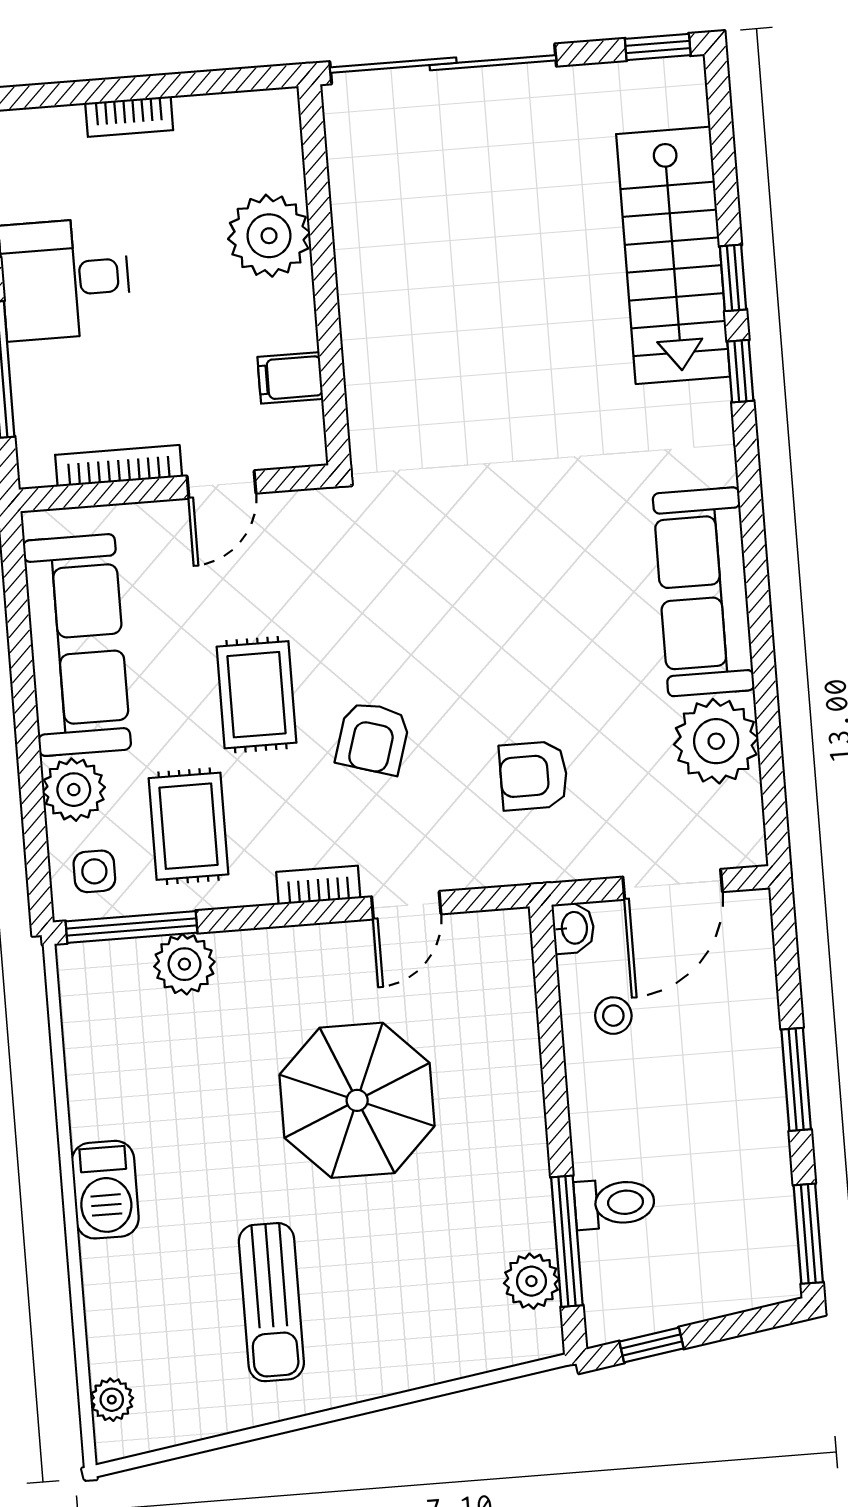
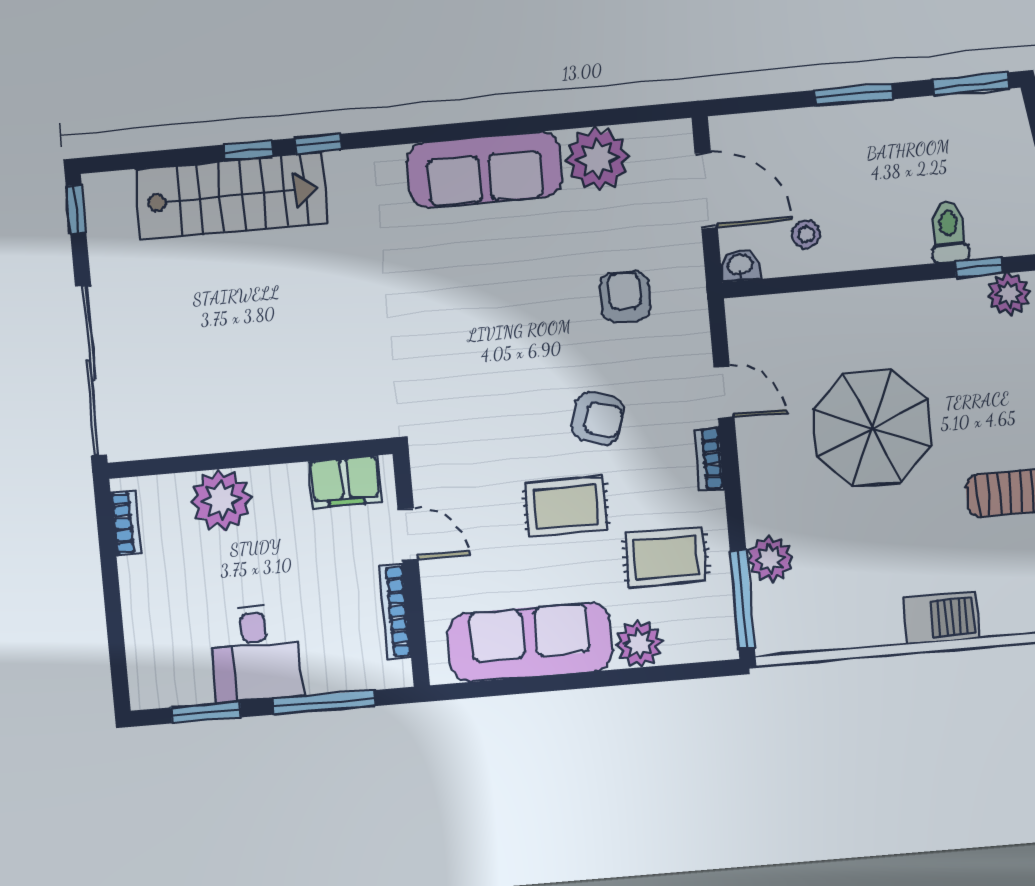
bookcase: (129, 117) -> (126, 523), moved
filing cabinet: (290, 378) -> (345, 482), width x2.00
armchair: (533, 776) -> (625, 297), turned 180
side table: (94, 871) -> (700, 628), removed
window: (567, 1241) -> (978, 268), width x0.46

